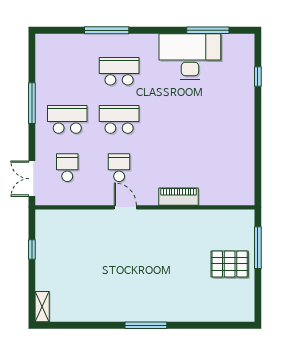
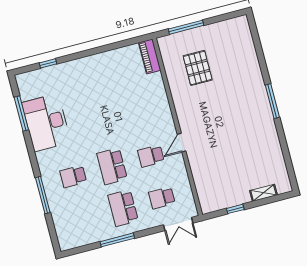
school desk: (119, 71) -> (73, 176), width x0.54
piano: (179, 197) -> (150, 56), moved
pallet: (230, 264) -> (198, 68), moved
shelving: (42, 307) -> (263, 193), moved

